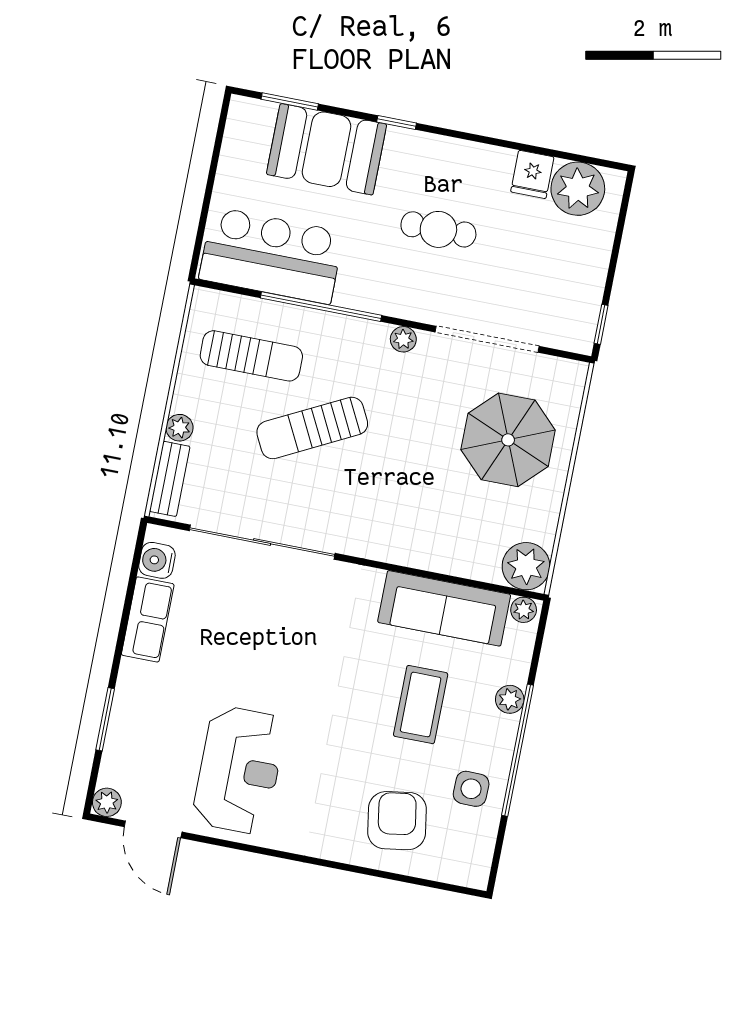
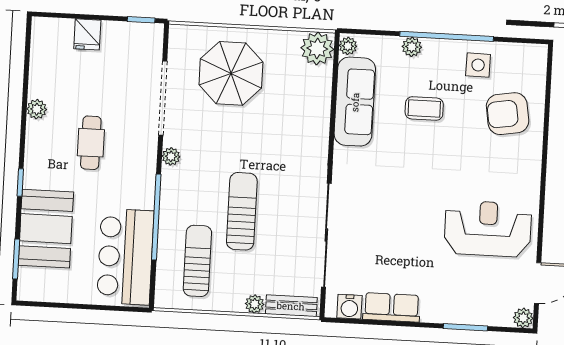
fridge: (532, 174) -> (87, 34), moved, turned 90
plant: (578, 189) -> (37, 109), moved, width x0.53, depth x0.53
sun lounger: (312, 428) -> (242, 211), turned -153
coffee table: (421, 705) -> (424, 109), width x0.73, depth x0.77

